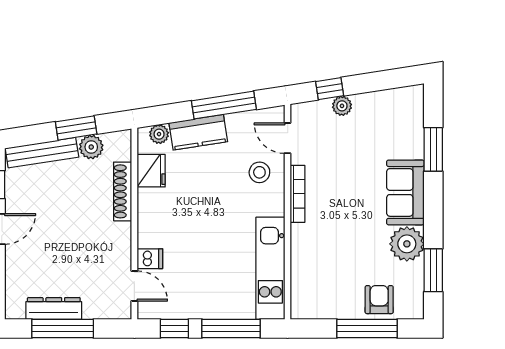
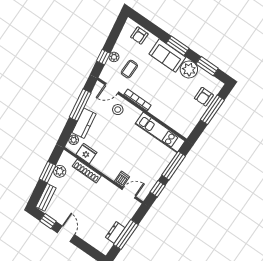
armchair: (406, 123) -> (139, 35), added
coffee table: (340, 145) -> (129, 69), added
window: (433, 149) -> (178, 46), moved
bench: (42, 153) -> (46, 197), width x0.73
armchair: (379, 300) -> (204, 97), turned -90
dresser: (54, 309) -> (115, 233), width x0.70

